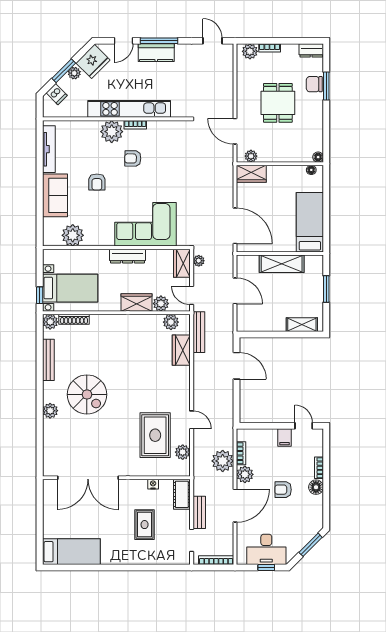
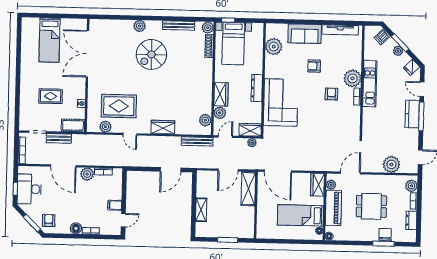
dresser: (311, 50) -> (411, 220), moved
fridge: (93, 61) -> (411, 67), width x0.53, depth x0.75
kitchen unit: (129, 109) -> (370, 84), width x0.73
piano: (281, 152) -> (333, 208), added
bed: (310, 222) -> (301, 215), moved, turned 180
door: (235, 226) -> (278, 171), hinge flipped
shelving: (282, 264) -> (248, 189), moved
shelving: (302, 325) -> (201, 210), moved
wardrobe: (181, 350) -> (163, 127), moved
door: (192, 420) -> (130, 134), hinge flipped
plant: (223, 461) -> (391, 164), moved
armchair: (283, 490) -> (49, 221), moved
bed: (71, 552) -> (50, 40), moved

